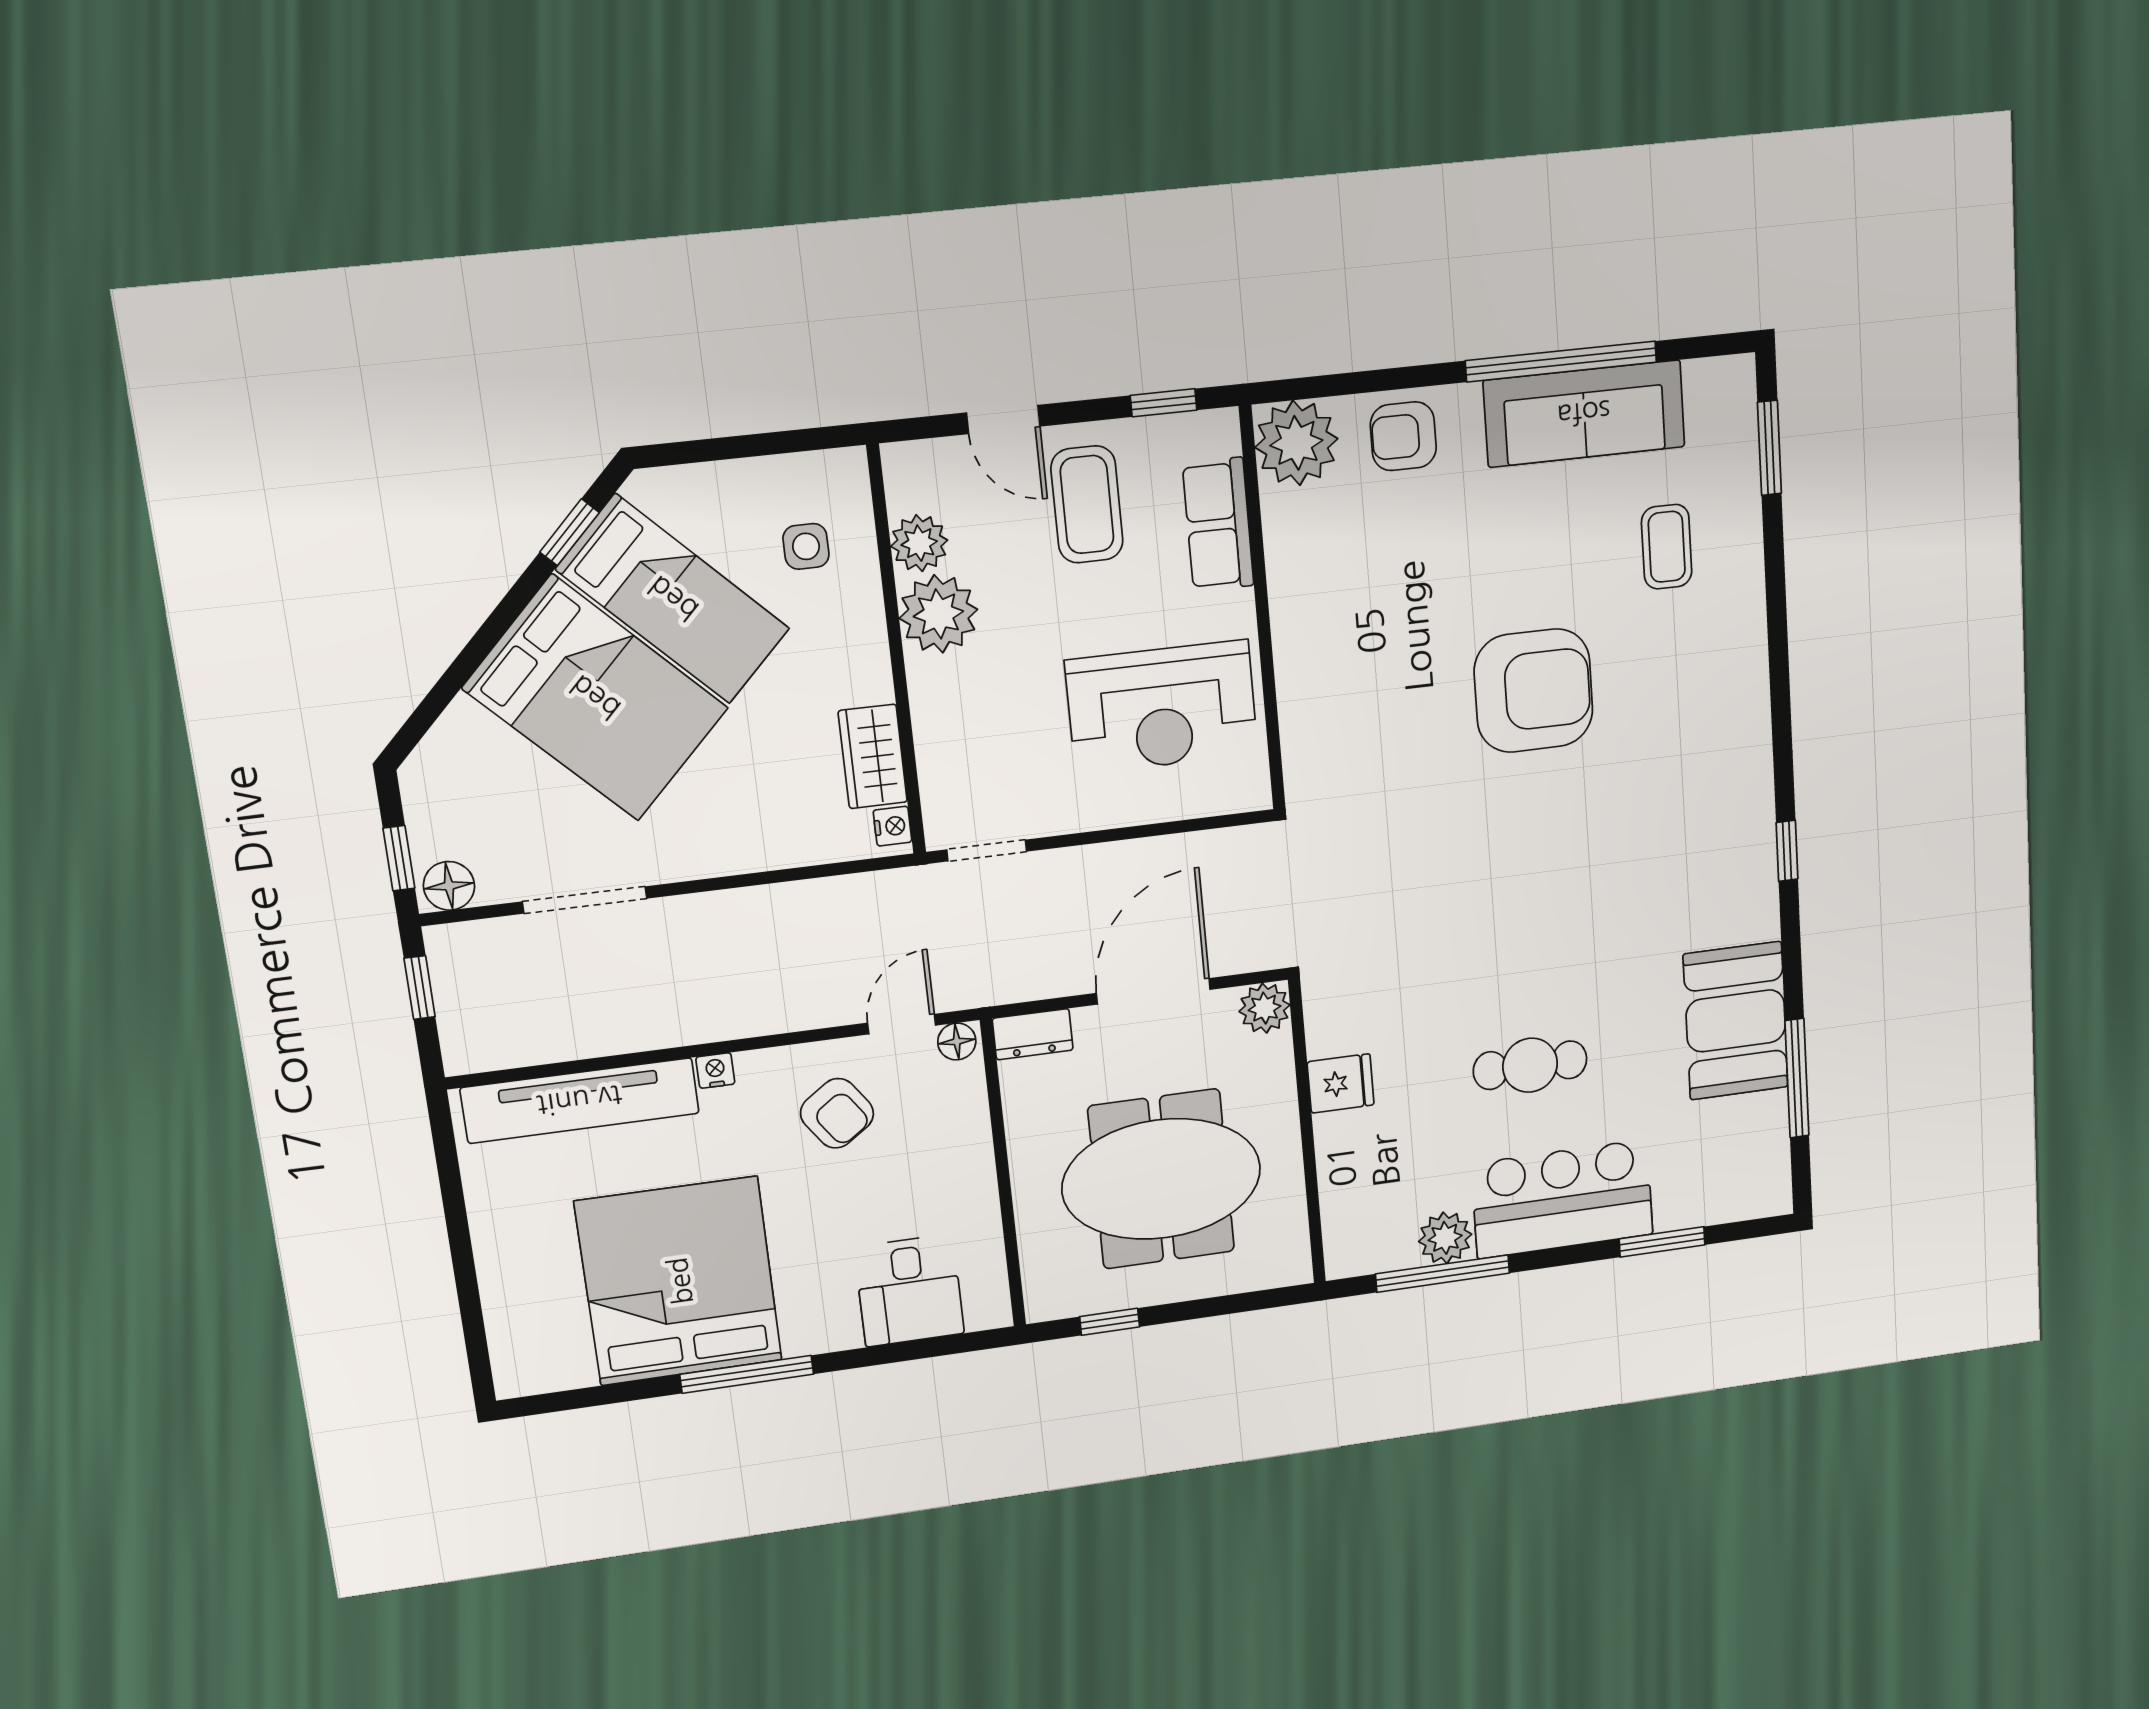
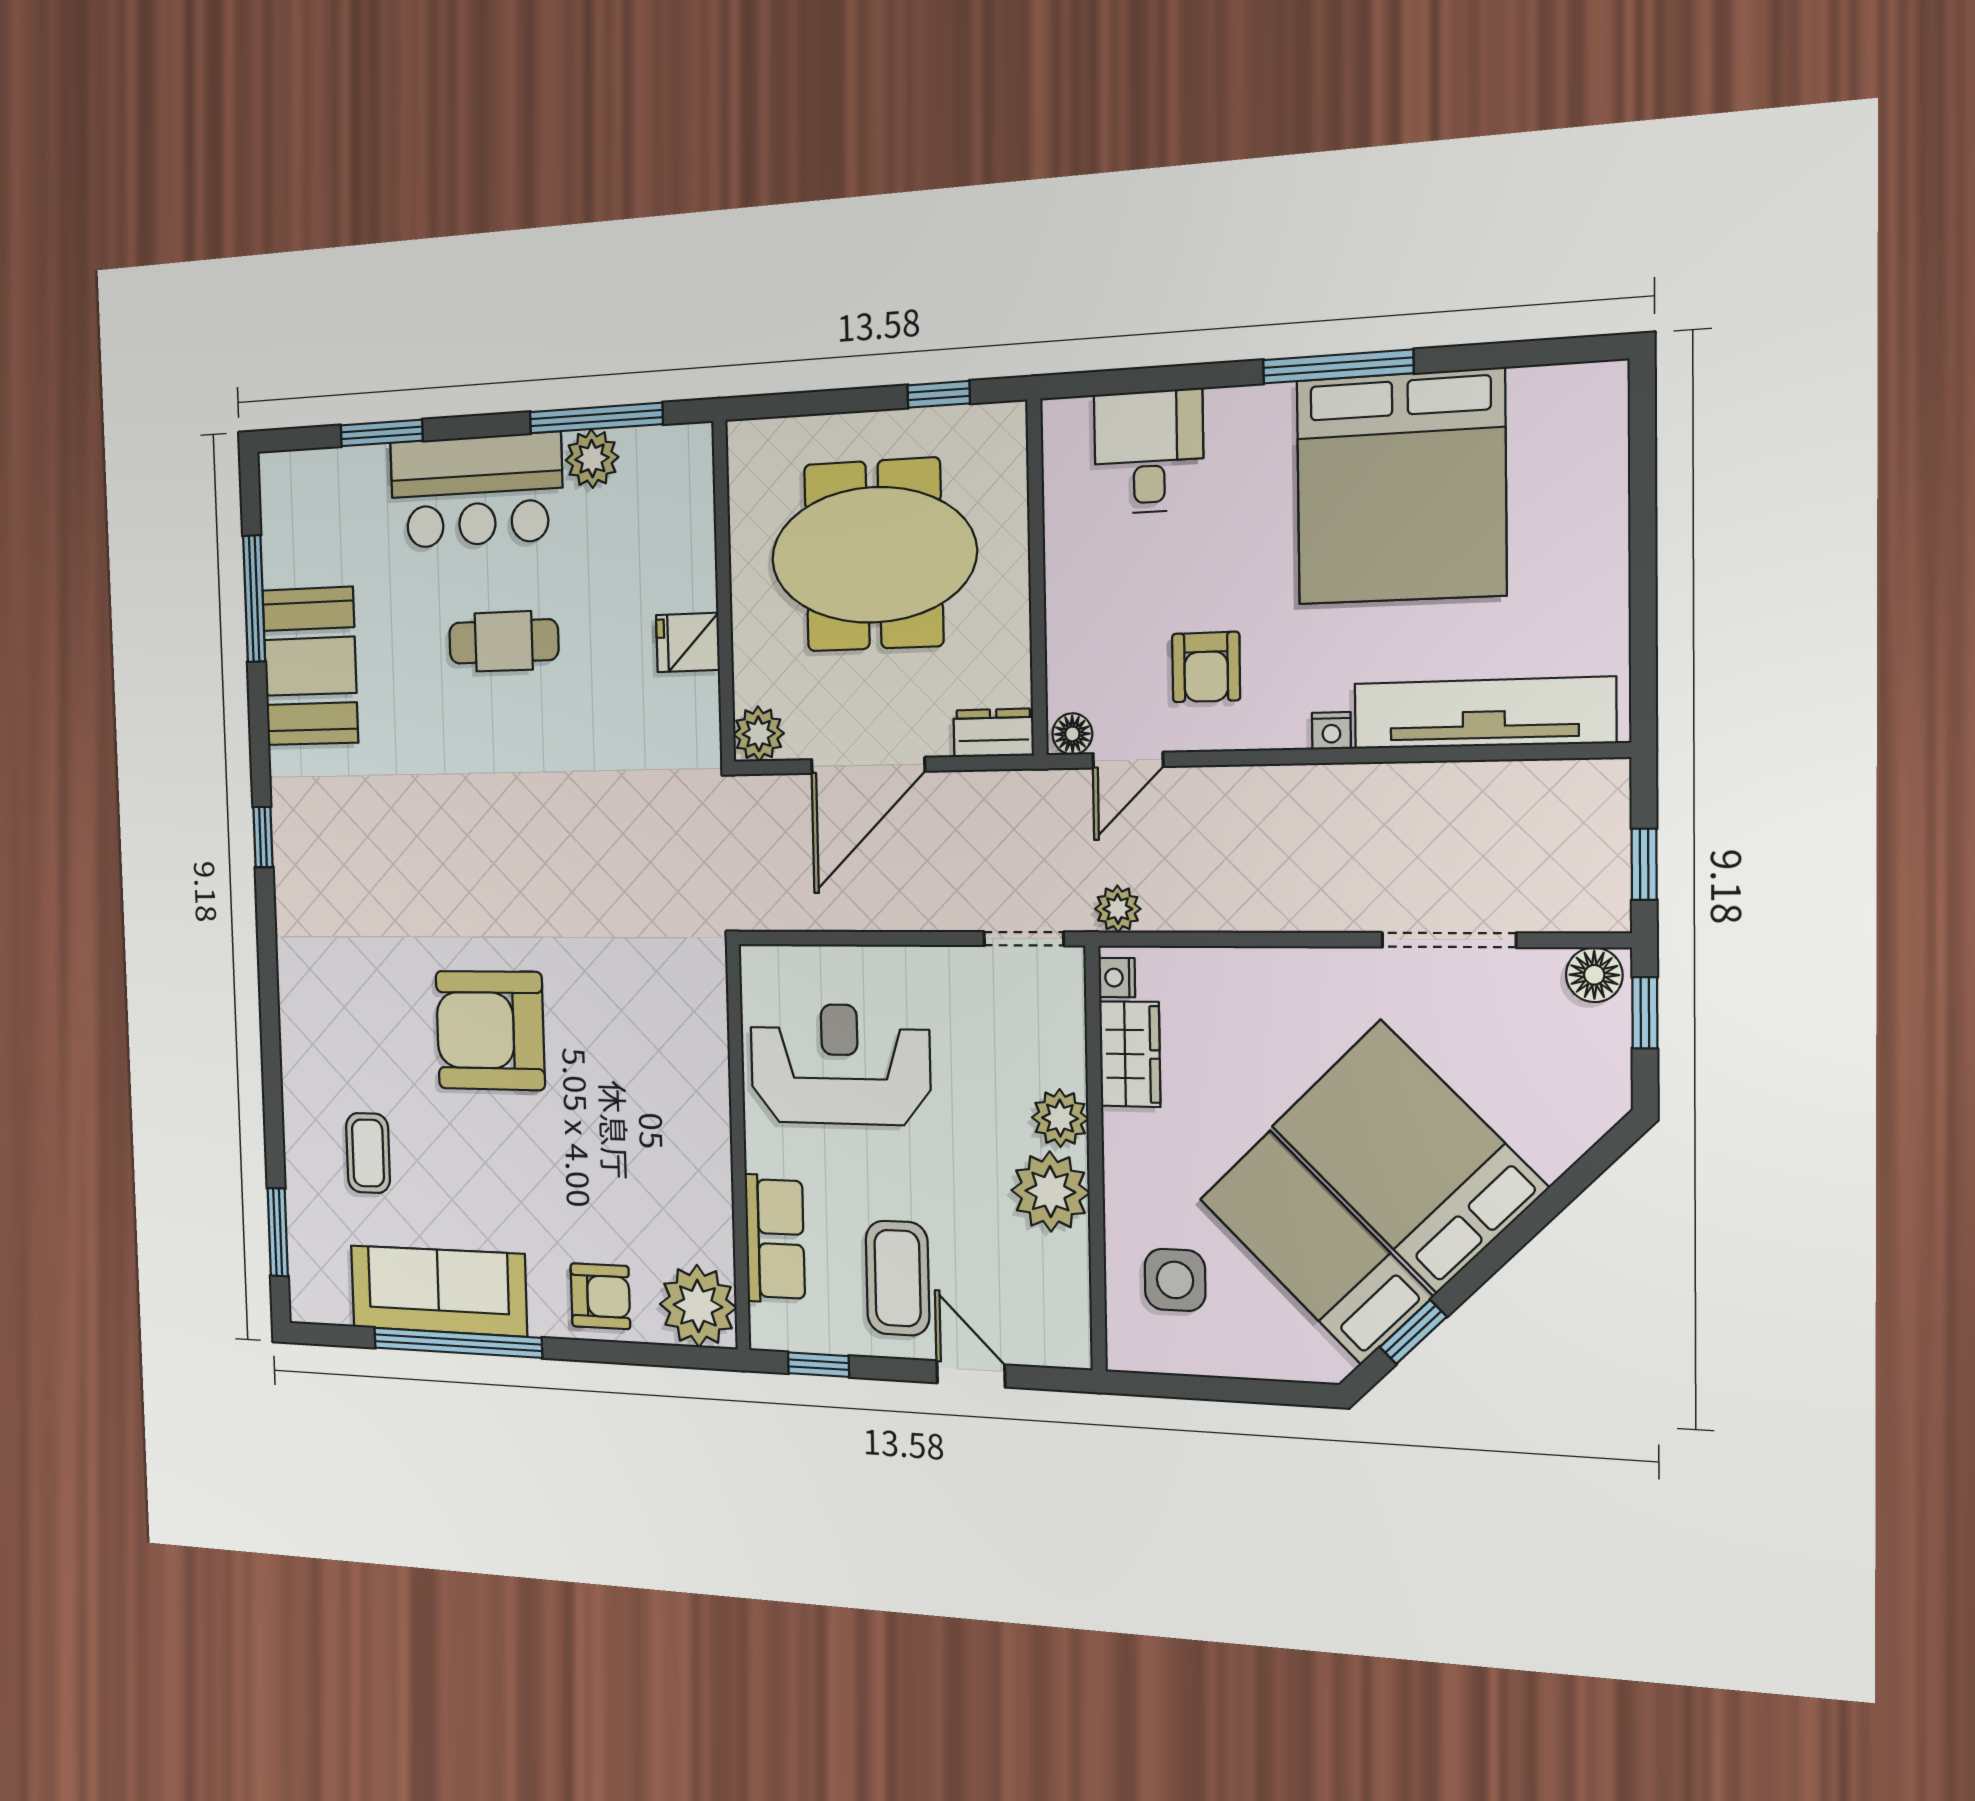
plant: (919, 543) -> (1060, 1118), moved
side table: (806, 546) -> (1175, 1280), width x1.37, depth x1.37
plant: (898, 889) -> (1118, 909), added
armchair: (837, 1113) -> (1206, 667), turned -145

